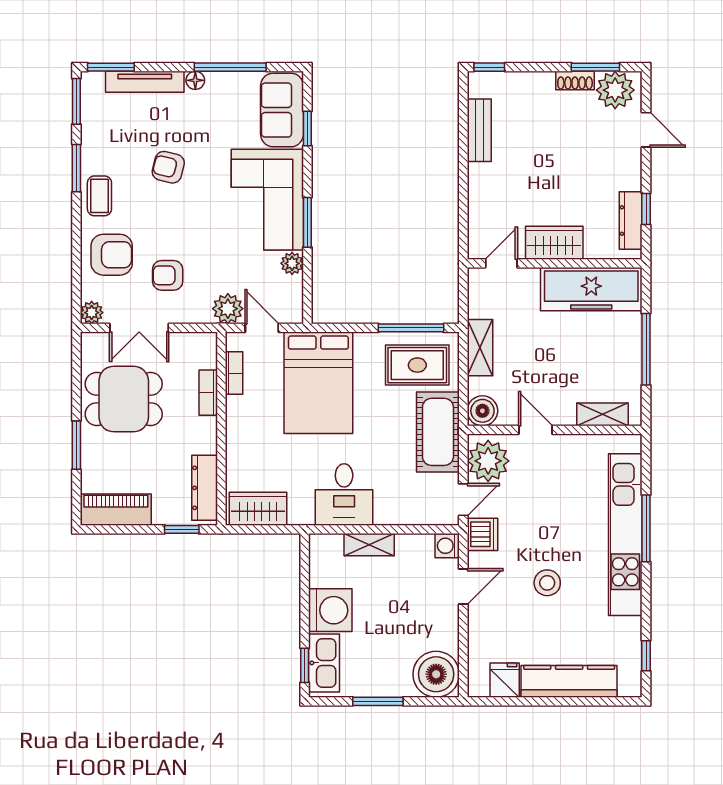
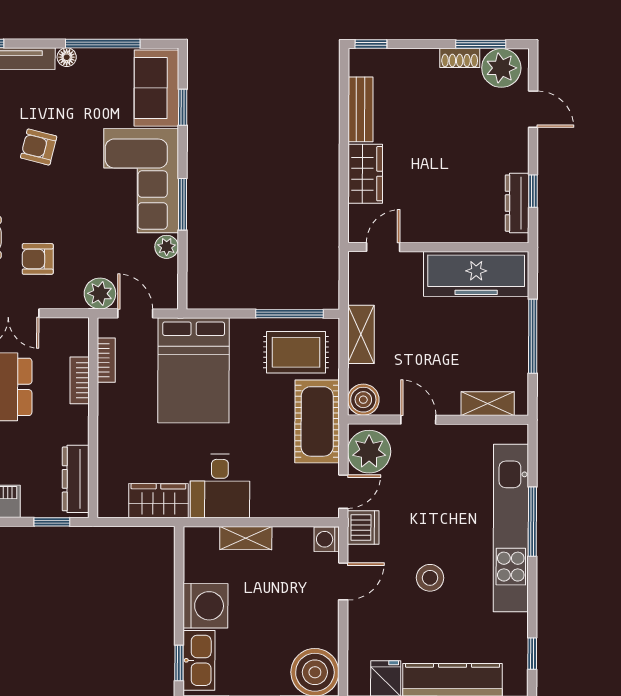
wardrobe: (554, 243) -> (365, 174), moved, turned 90
wardrobe: (258, 509) -> (158, 501), moved

